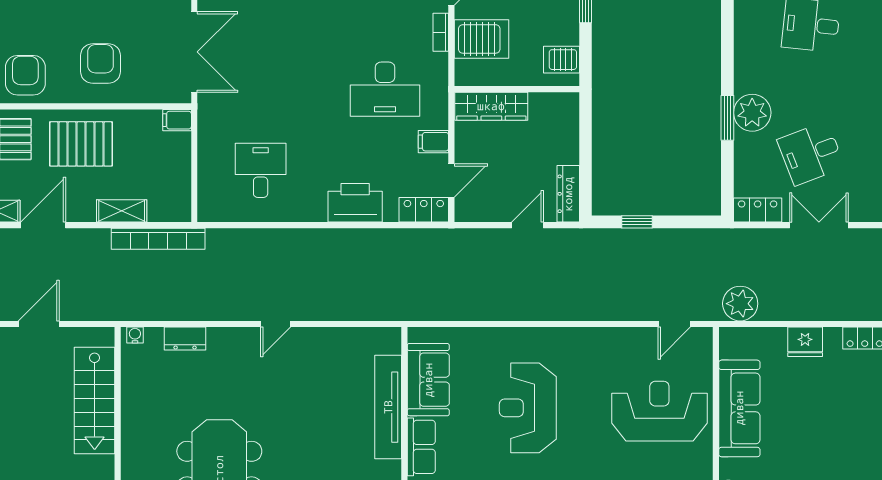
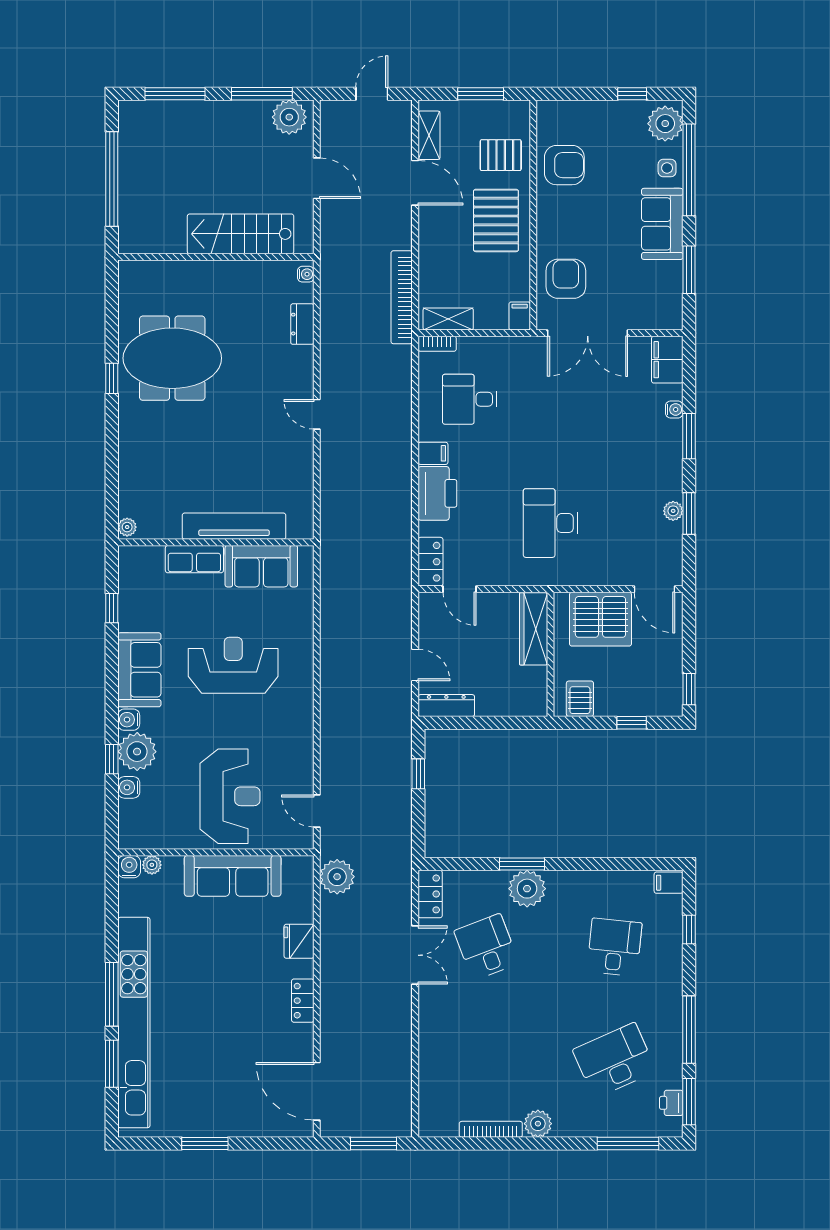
bookcase: (441, 32) -> (437, 344), moved, turned 180
server rack: (481, 39) -> (600, 619), width x1.60
armchair: (101, 64) -> (566, 279), moved, turned -90
filing cabinet: (433, 142) -> (433, 453), moved, turned 90
desk: (261, 170) -> (470, 399), turned 180
shelving: (122, 211) -> (448, 319), moved, turned 90

